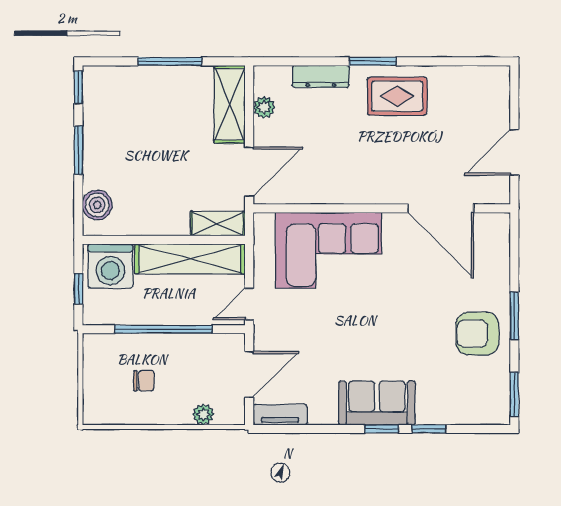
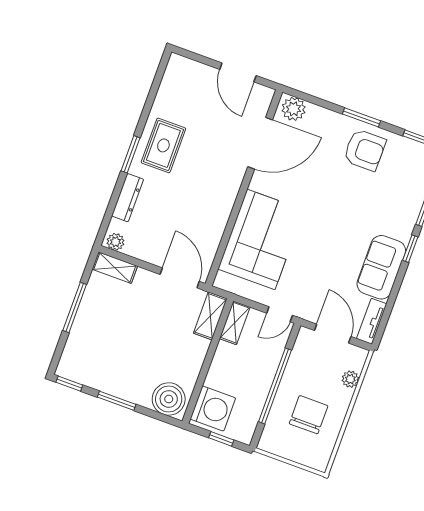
shelving: (230, 104) -> (115, 268), width x0.67, depth x0.75
plant: (264, 107) -> (116, 242), moved
boiler: (97, 205) -> (169, 399), width x1.37, depth x1.37
plant: (495, 233) -> (294, 109), added
shelving: (190, 259) -> (235, 323), width x0.45, depth x0.75
door: (249, 304) -> (280, 314), hinge flipped
armchair: (477, 334) -> (365, 150), turned -90
chair: (144, 381) -> (309, 415), width x1.87, depth x1.87
sofa: (377, 403) -> (381, 267), moved

